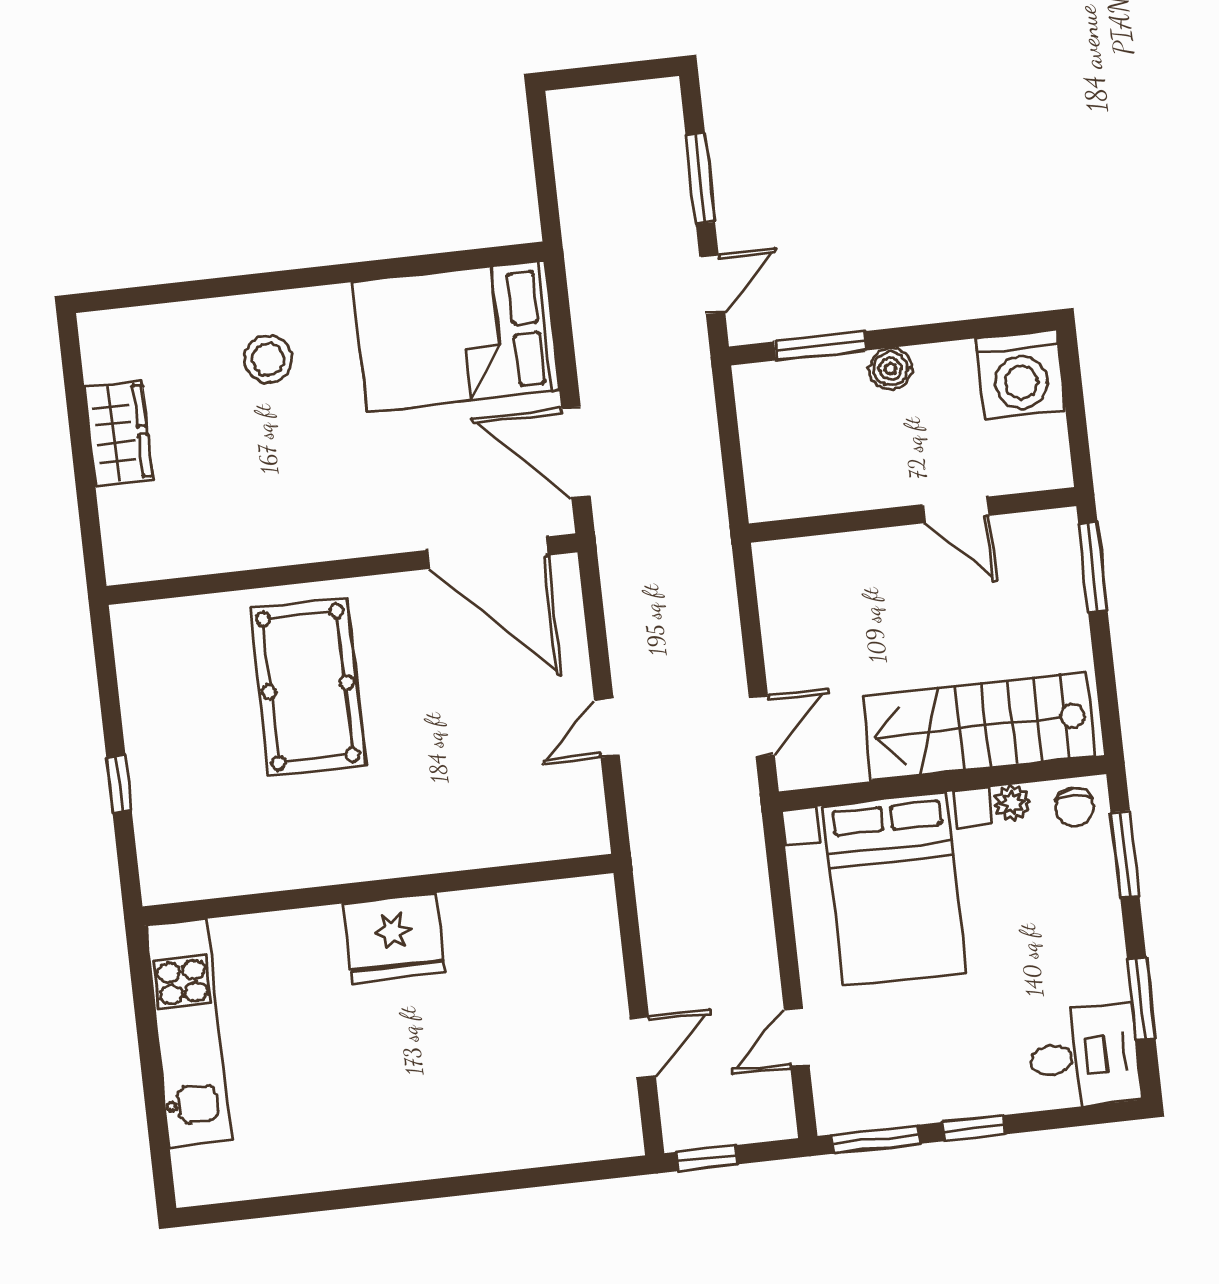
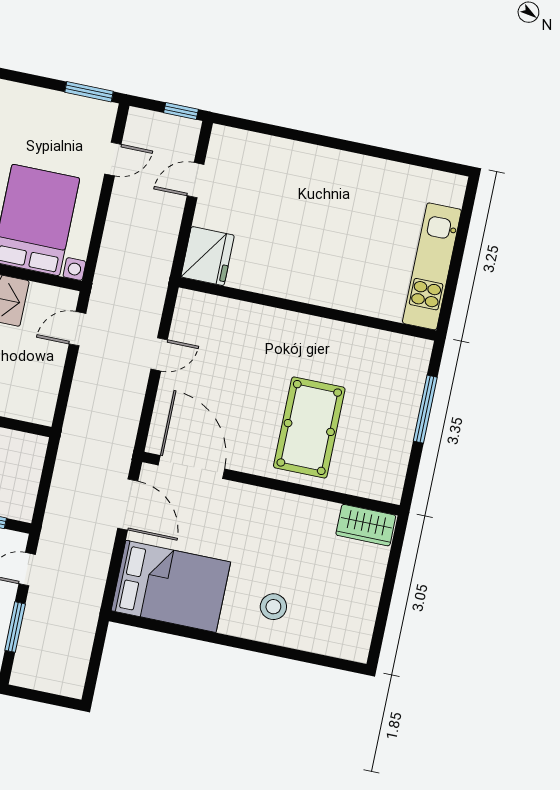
wardrobe: (118, 433) -> (366, 525), moved, turned -90
window: (119, 784) -> (425, 409), width x2.17
fridge: (394, 938) -> (208, 256), moved, turned 90
window: (974, 1128) -> (35, 81), removed

